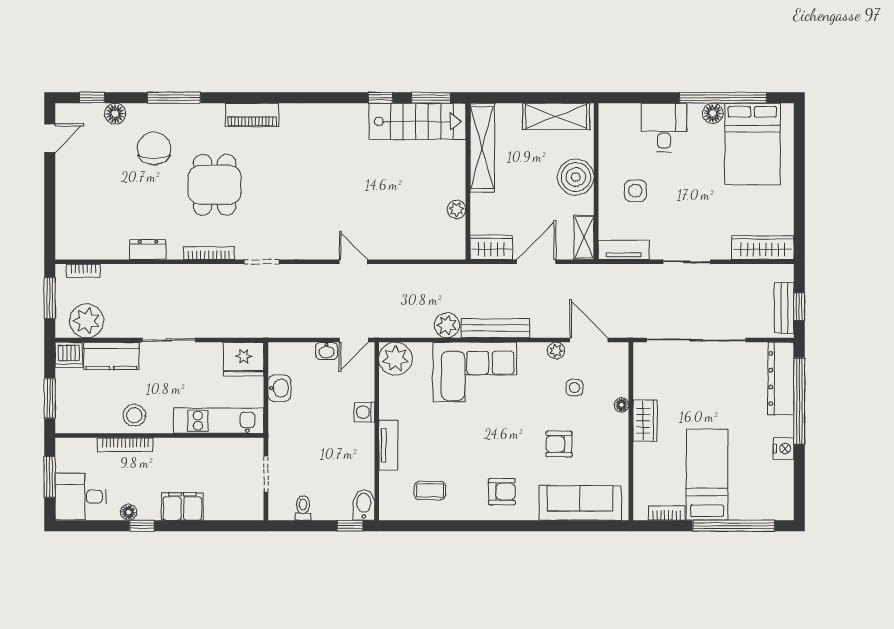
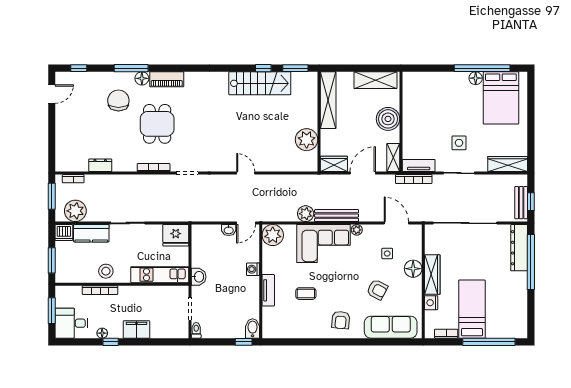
floor lamp: (115, 114) -> (142, 78), moved
piano: (252, 115) -> (167, 79), moved
stairs: (417, 121) -> (260, 83), moved
desk: (664, 128) -> (444, 87), removed
side table: (635, 191) -> (459, 143), moved
plant: (456, 210) -> (307, 140), width x1.87, depth x1.87
dresser: (148, 250) -> (100, 165), moved
bookcase: (616, 271) -> (414, 179), added
plant: (556, 351) -> (357, 230), moved
washbasin: (279, 388) -> (199, 277), moved
floor lamp: (621, 405) -> (413, 269), width x1.89, depth x1.89
wardrobe: (645, 421) -> (432, 275), width x1.50
armchair: (559, 444) -> (377, 290), turned -152
nightstand: (784, 449) -> (431, 303), moved, turned 180
coffee table: (430, 491) -> (306, 294), moved
armchair: (502, 492) -> (341, 320), turned 95
toilet: (303, 508) -> (196, 330), moved

